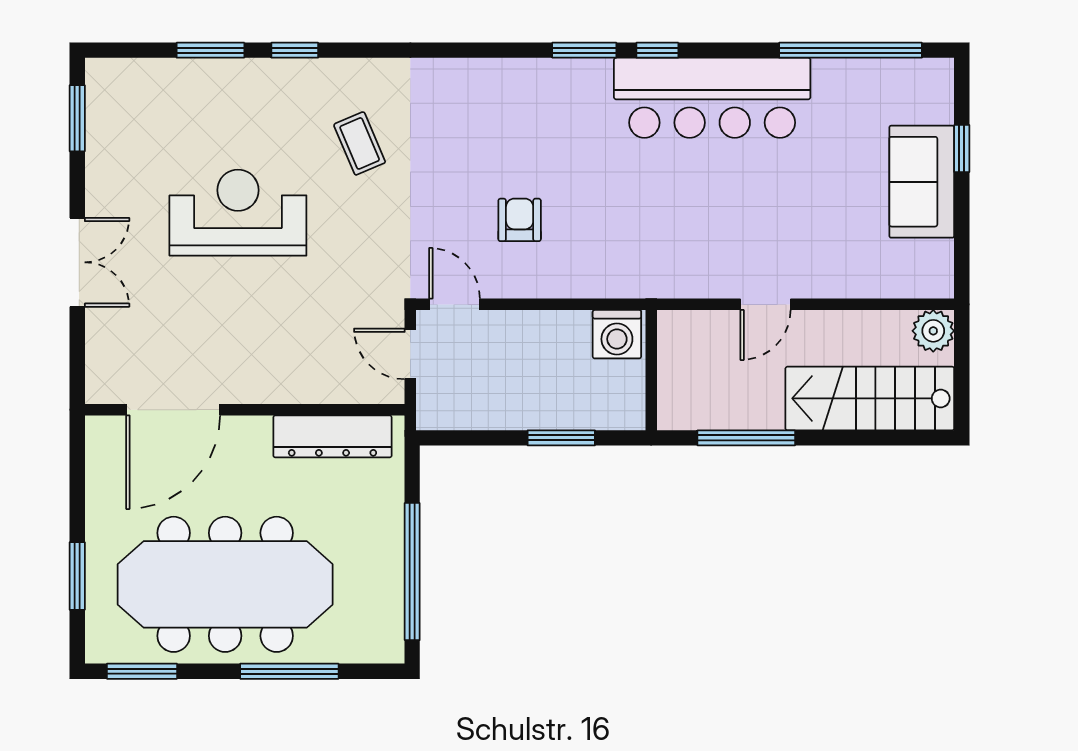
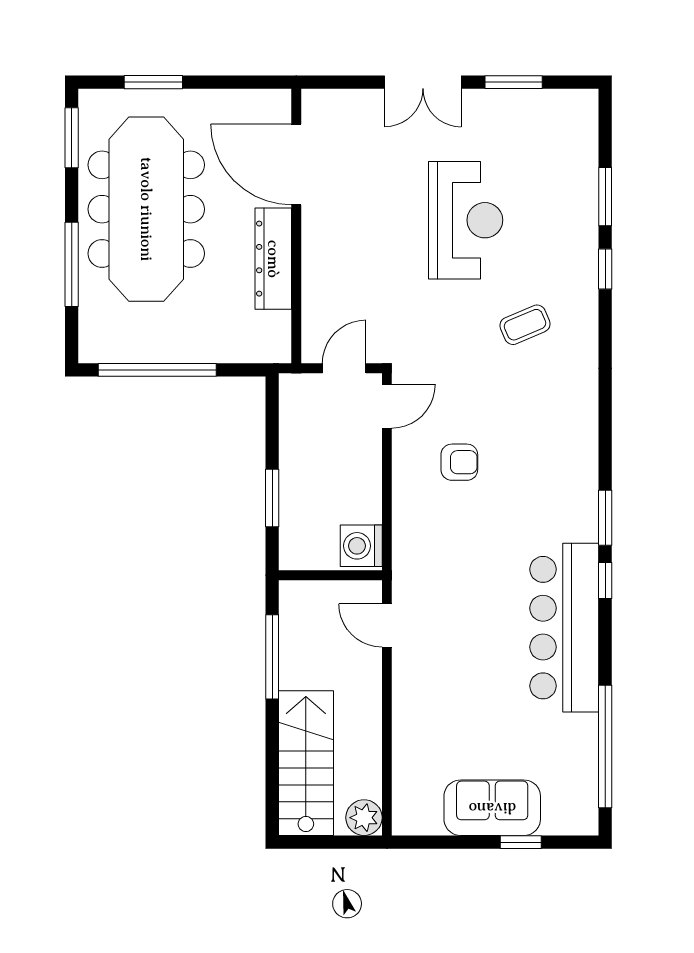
window: (77, 118) -> (514, 82), moved
door: (765, 304) -> (387, 625), moved
dresser: (332, 436) -> (273, 259), moved

